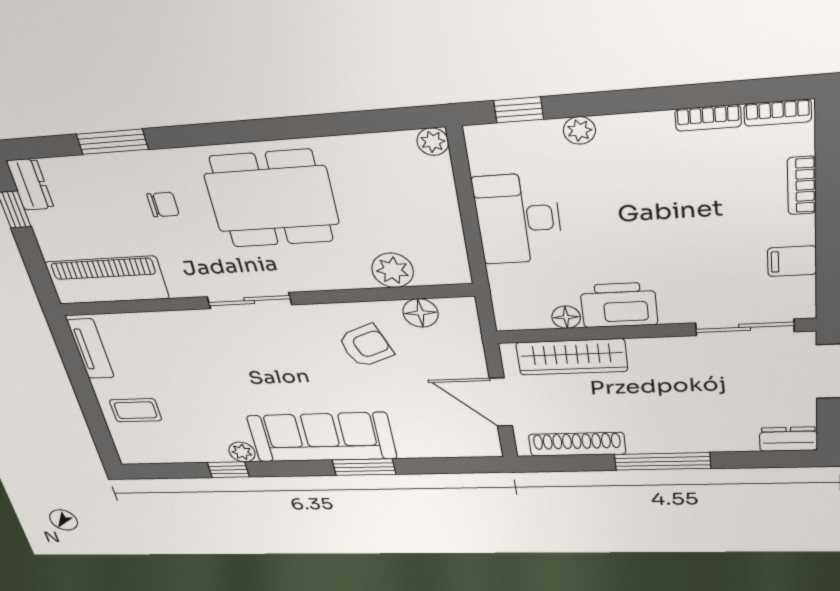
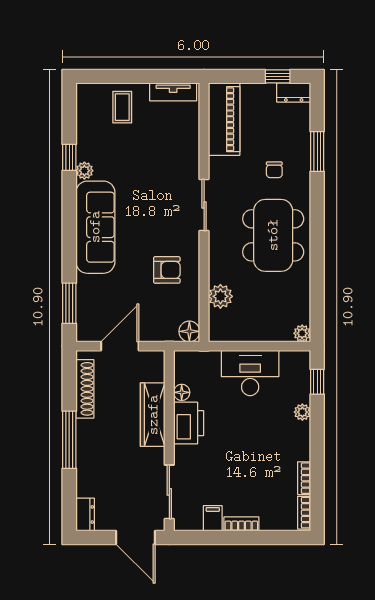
bookcase: (802, 186) -> (241, 524), moved
floor lamp: (420, 313) -> (189, 331), moved
armchair: (366, 346) -> (167, 270), turned -69
wardrobe: (572, 357) -> (153, 415), moved
window: (364, 467) -> (69, 303), moved

